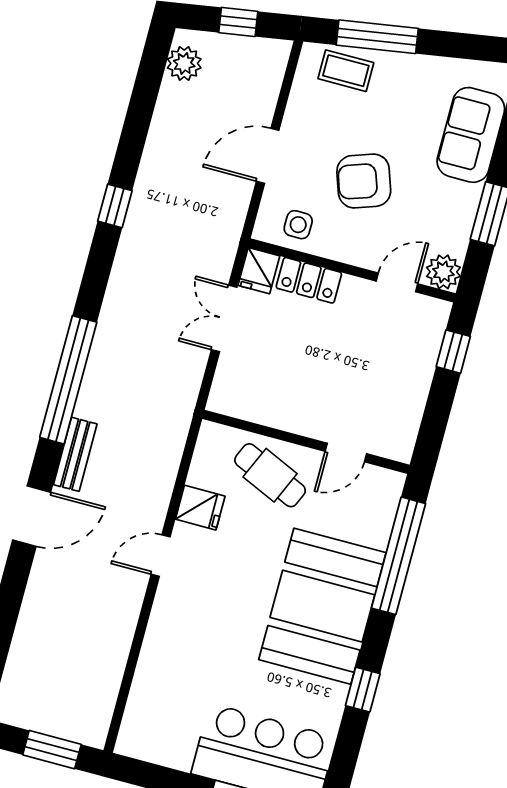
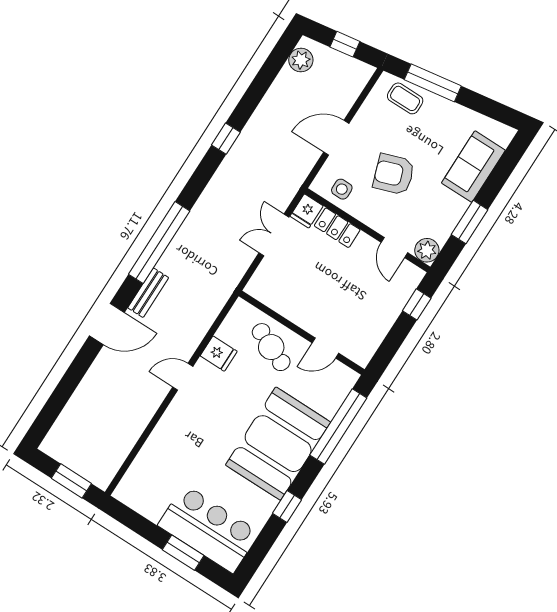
door: (397, 282) -> (394, 247), swing flipped

